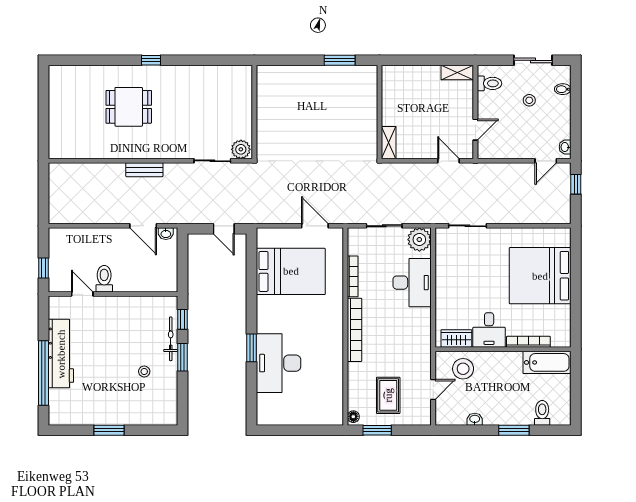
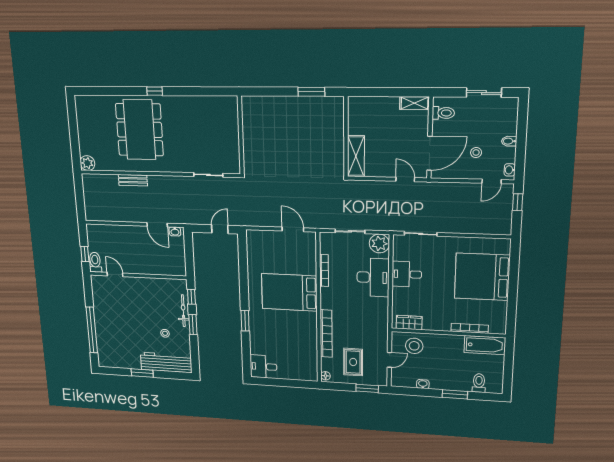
bidet: (563, 89) -> (509, 141), moved
stool: (529, 100) -> (476, 152), moved
dining table: (129, 107) -> (139, 130), width x1.88, depth x1.24
door: (475, 130) -> (429, 153), width x1.87
shelving: (389, 143) -> (356, 156), width x1.50, depth x1.33
plant: (241, 149) -> (87, 163), moved
bench: (144, 170) -> (133, 180), moved
door: (224, 229) -> (220, 229), swing flipped
bed: (291, 271) -> (289, 292), moved, turned 180
toilet: (104, 279) -> (95, 262), moved
bookcase: (354, 330) -> (326, 334), moved
desk: (489, 330) -> (407, 274), moved, turned 90
workbench: (61, 354) -> (166, 362), moved, turned -90
desk: (278, 363) -> (263, 367), moved, width x0.53, depth x0.77
window: (377, 430) -> (367, 388), moved

